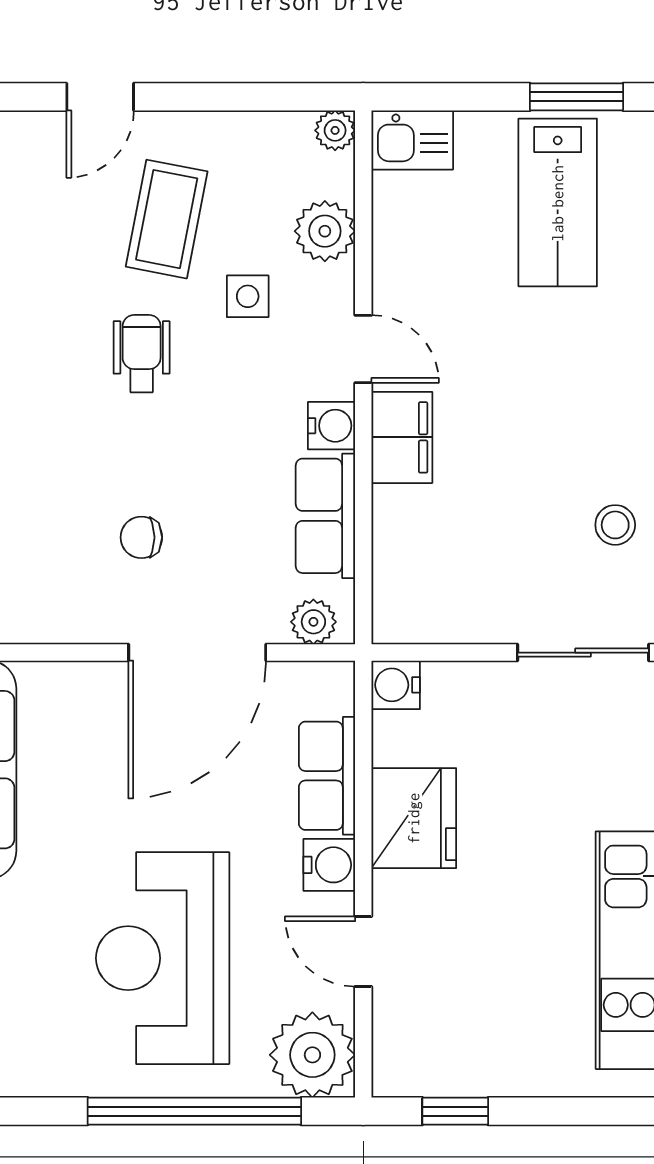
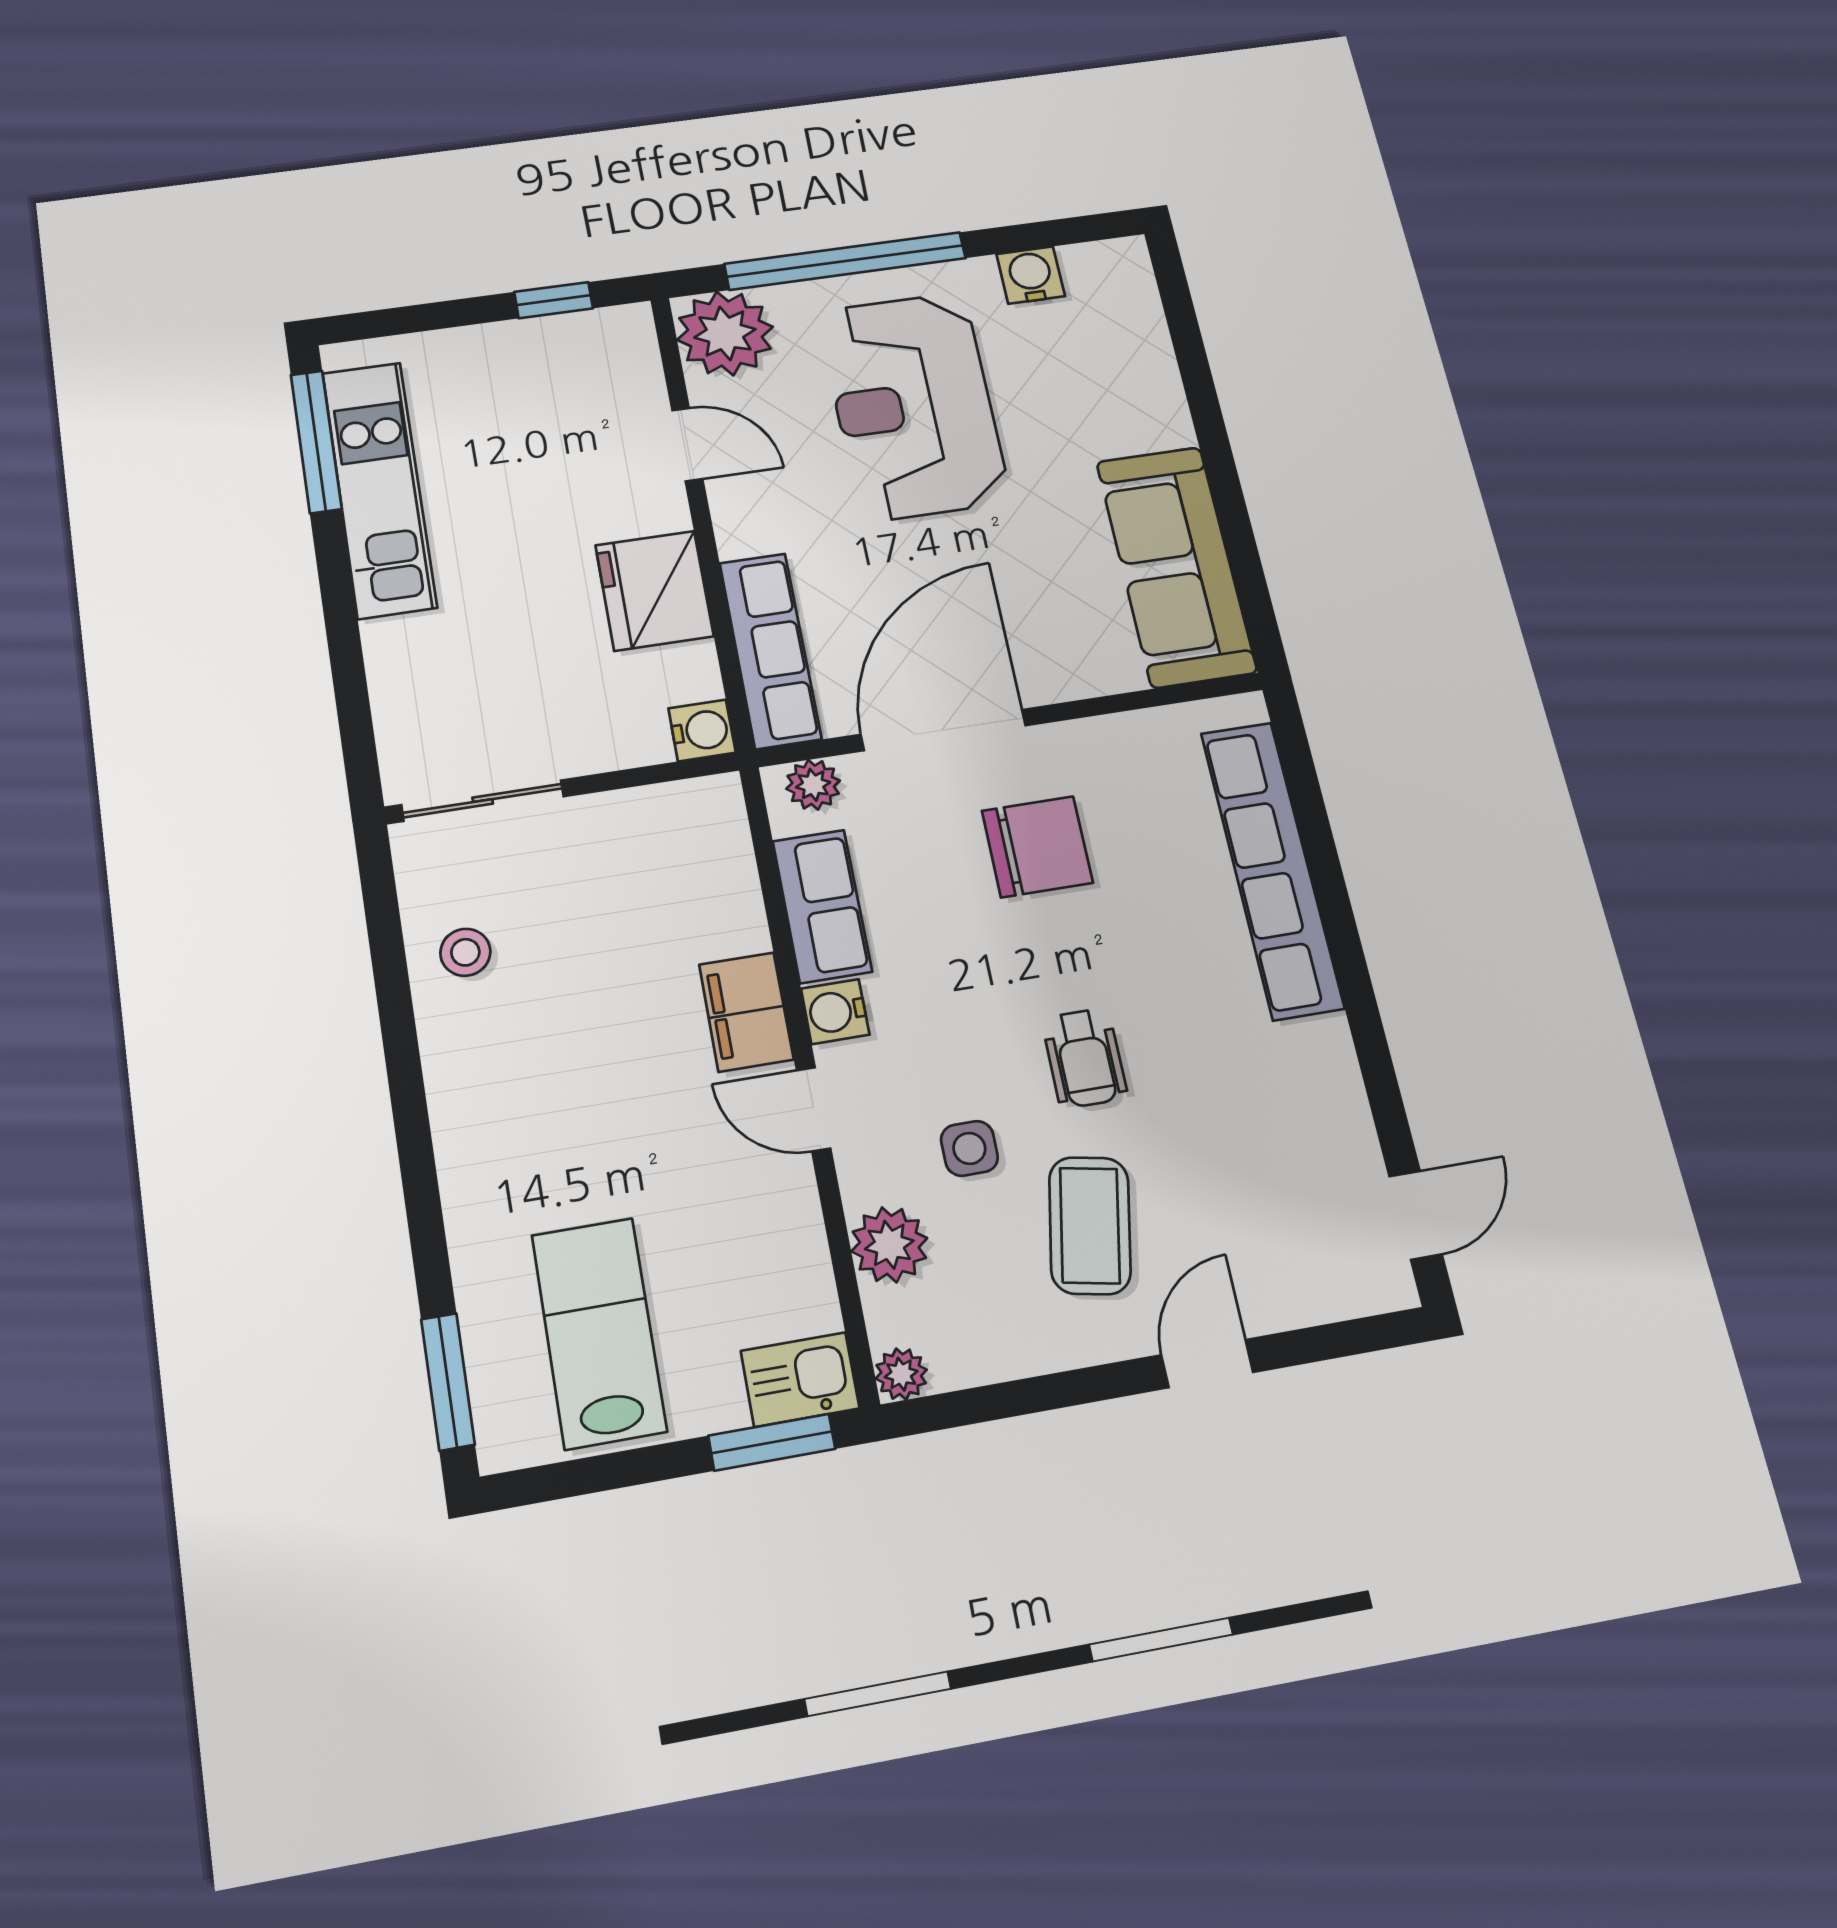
window: (577, 97) -> (772, 1442), moved
chair: (141, 537) -> (1037, 847), width x1.87, depth x1.87
row of seats: (327, 776) -> (770, 650), width x1.48
water cooler: (329, 865) -> (1031, 275), moved, turned 90
reception desk: (163, 958) -> (913, 406), turned 180

